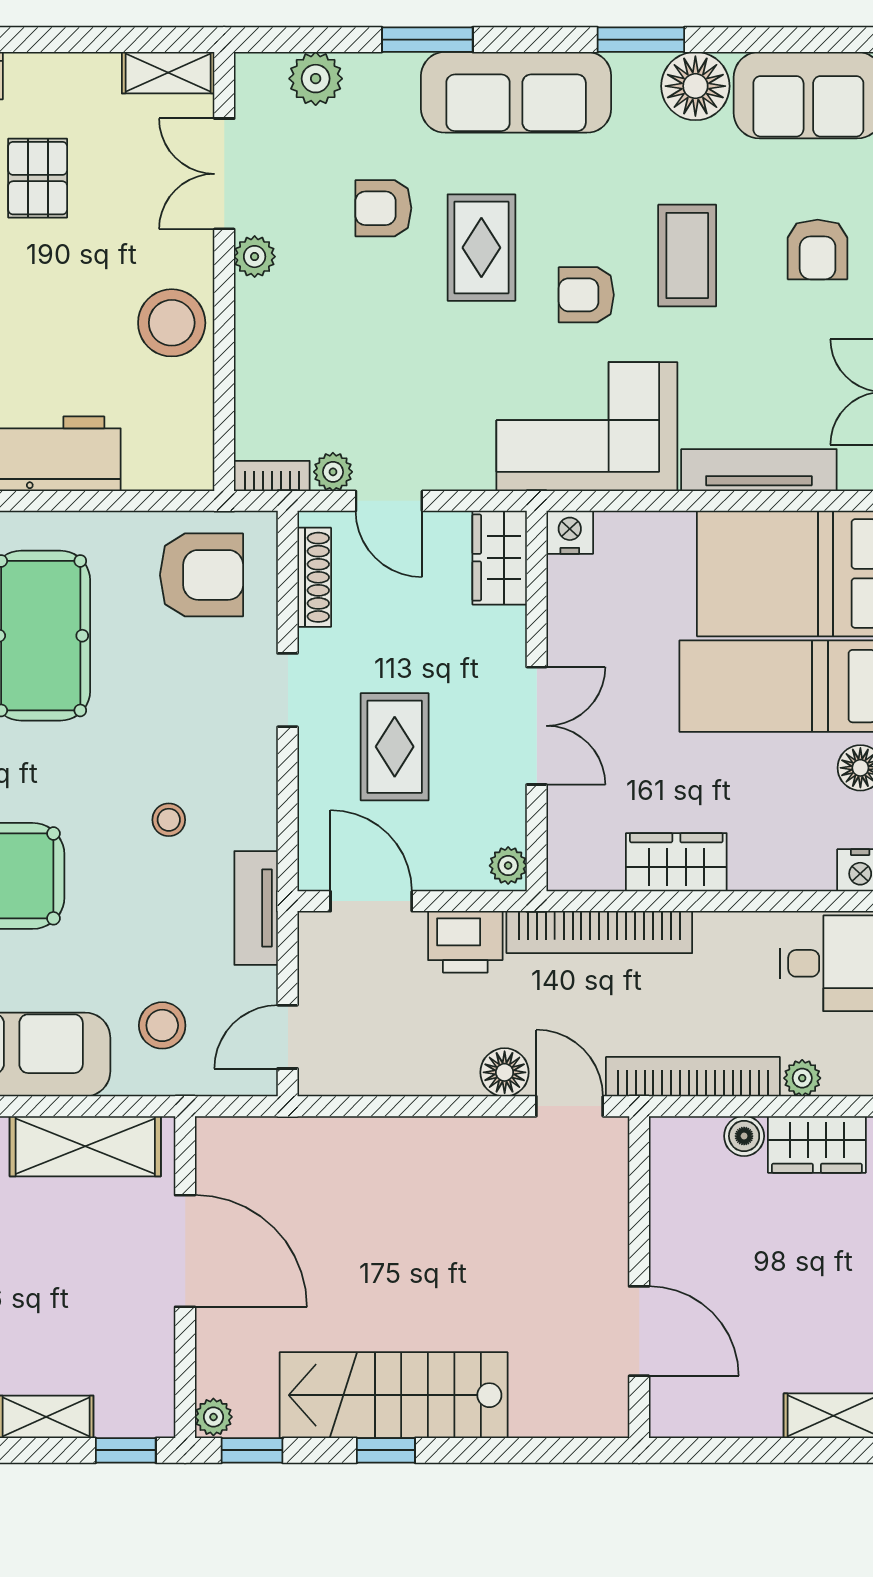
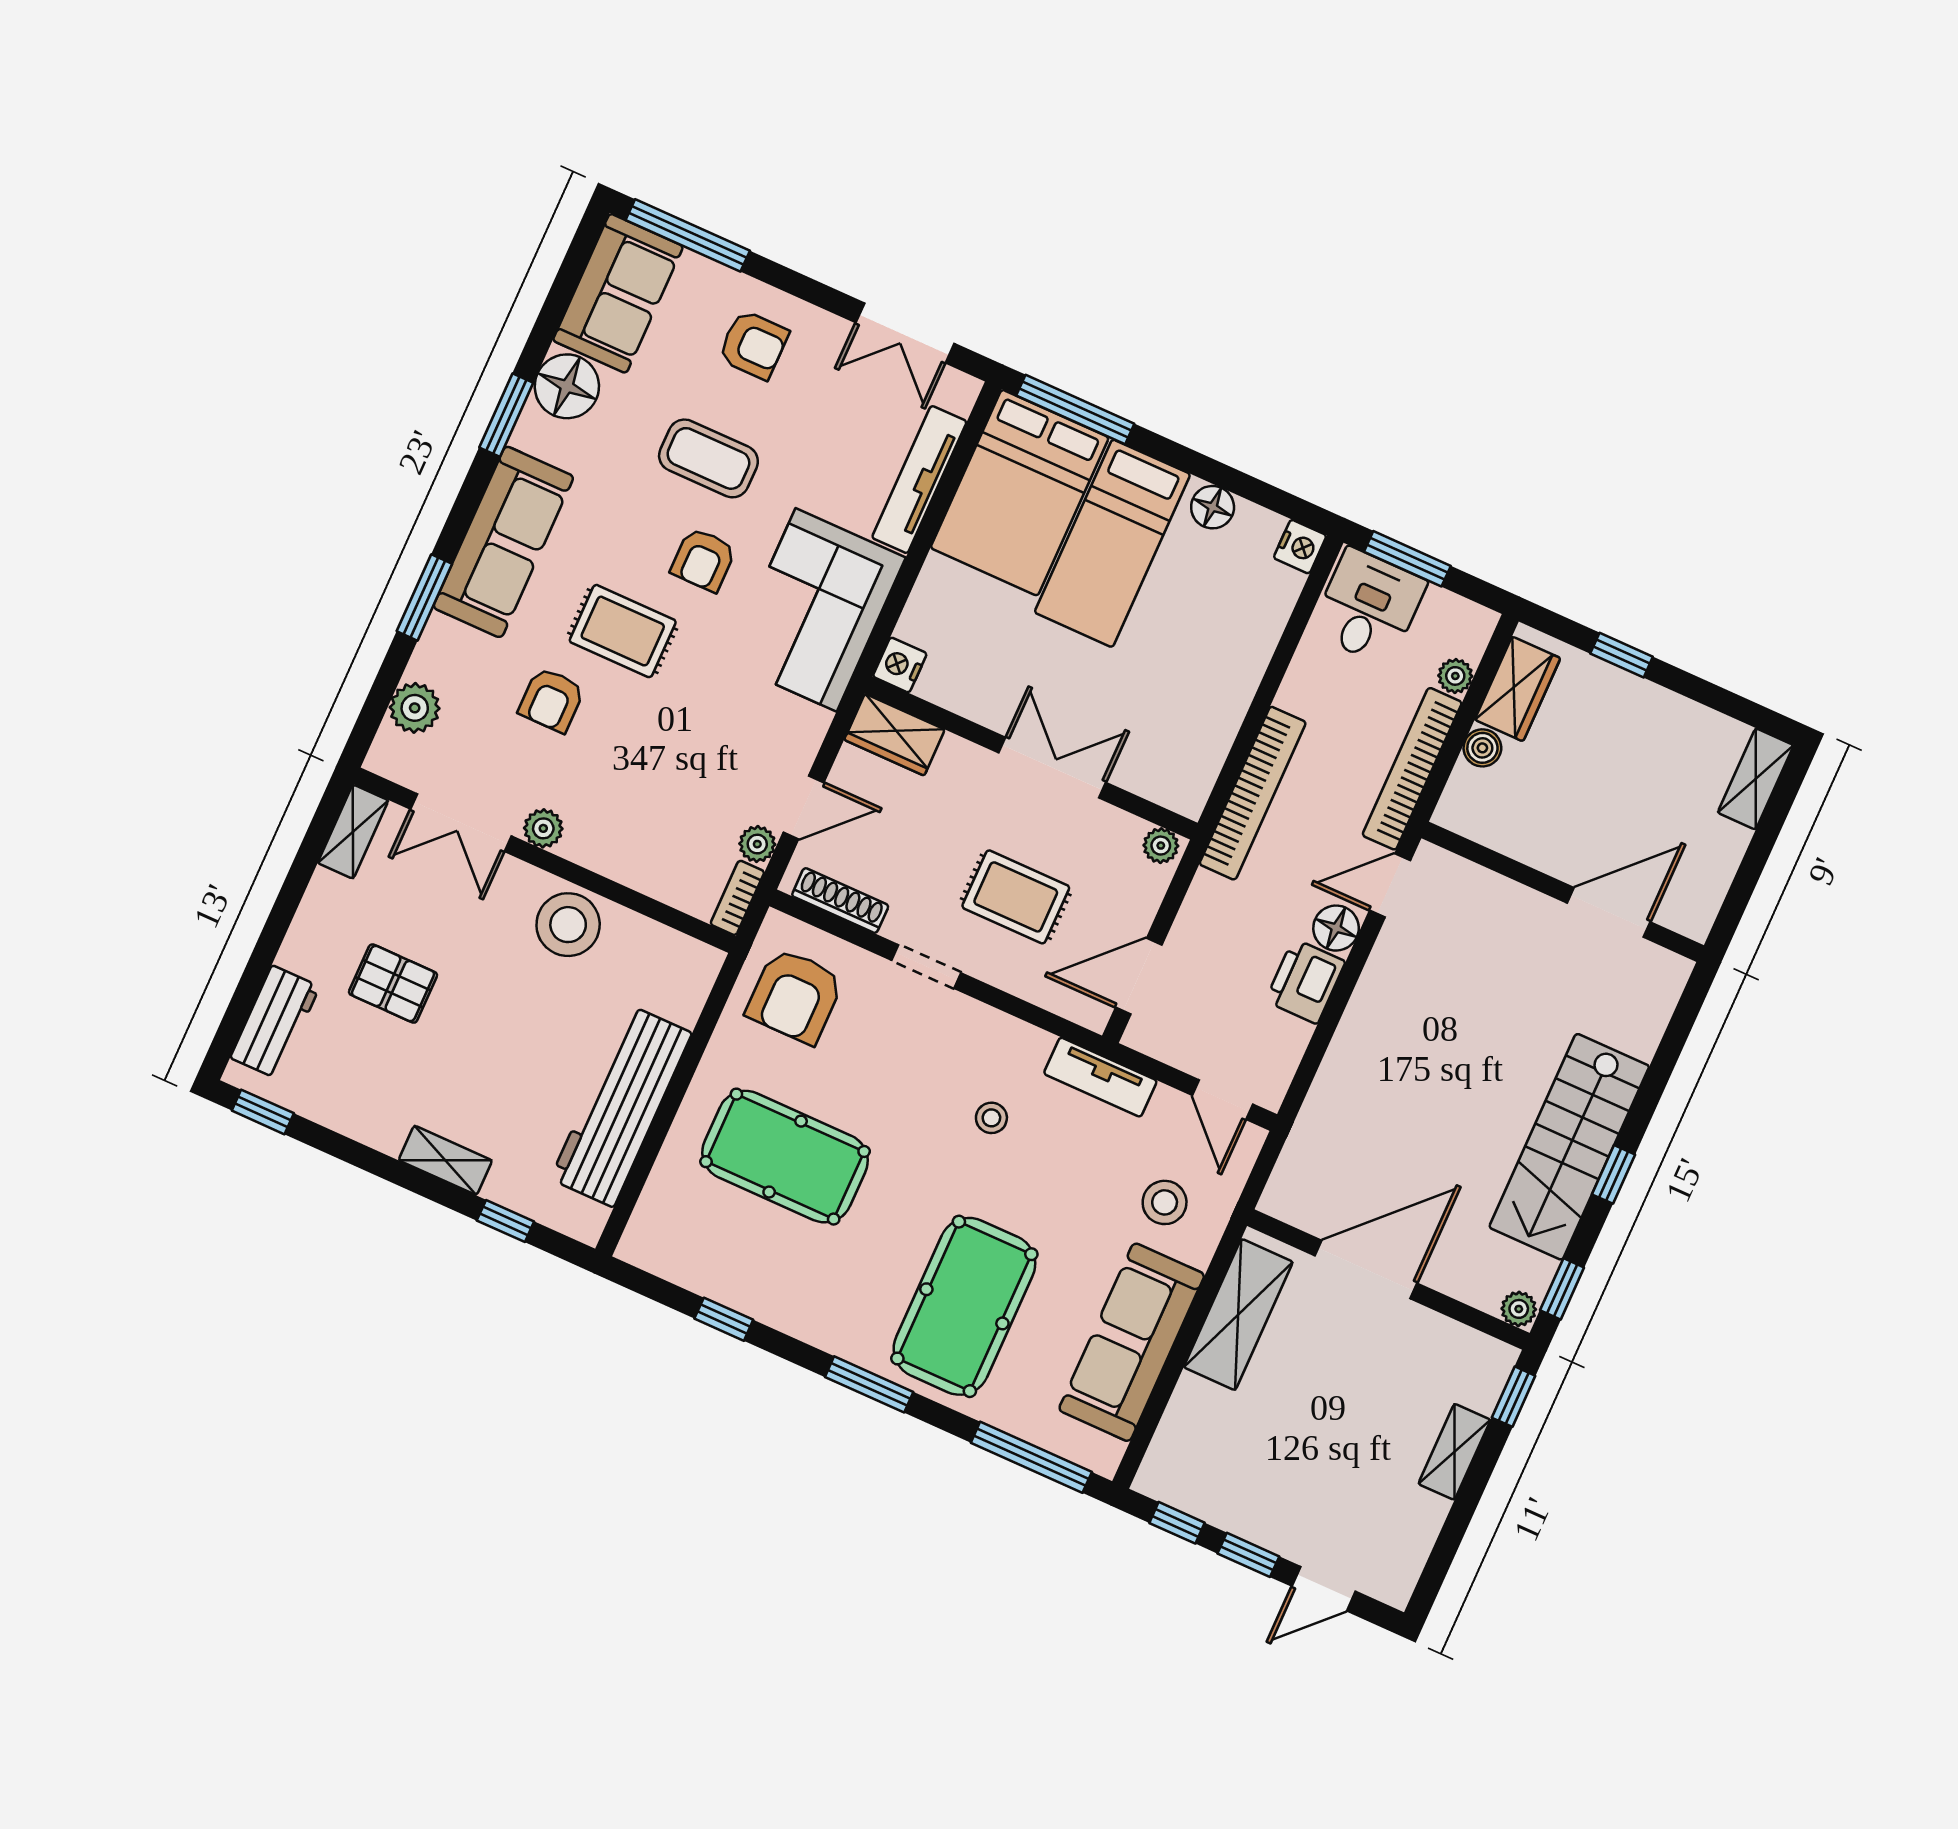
armchair: (201, 575) -> (795, 996), turned 180
wardrobe: (676, 862) -> (1223, 701), removed
printer: (465, 942) -> (1305, 981), moved, turned 180

